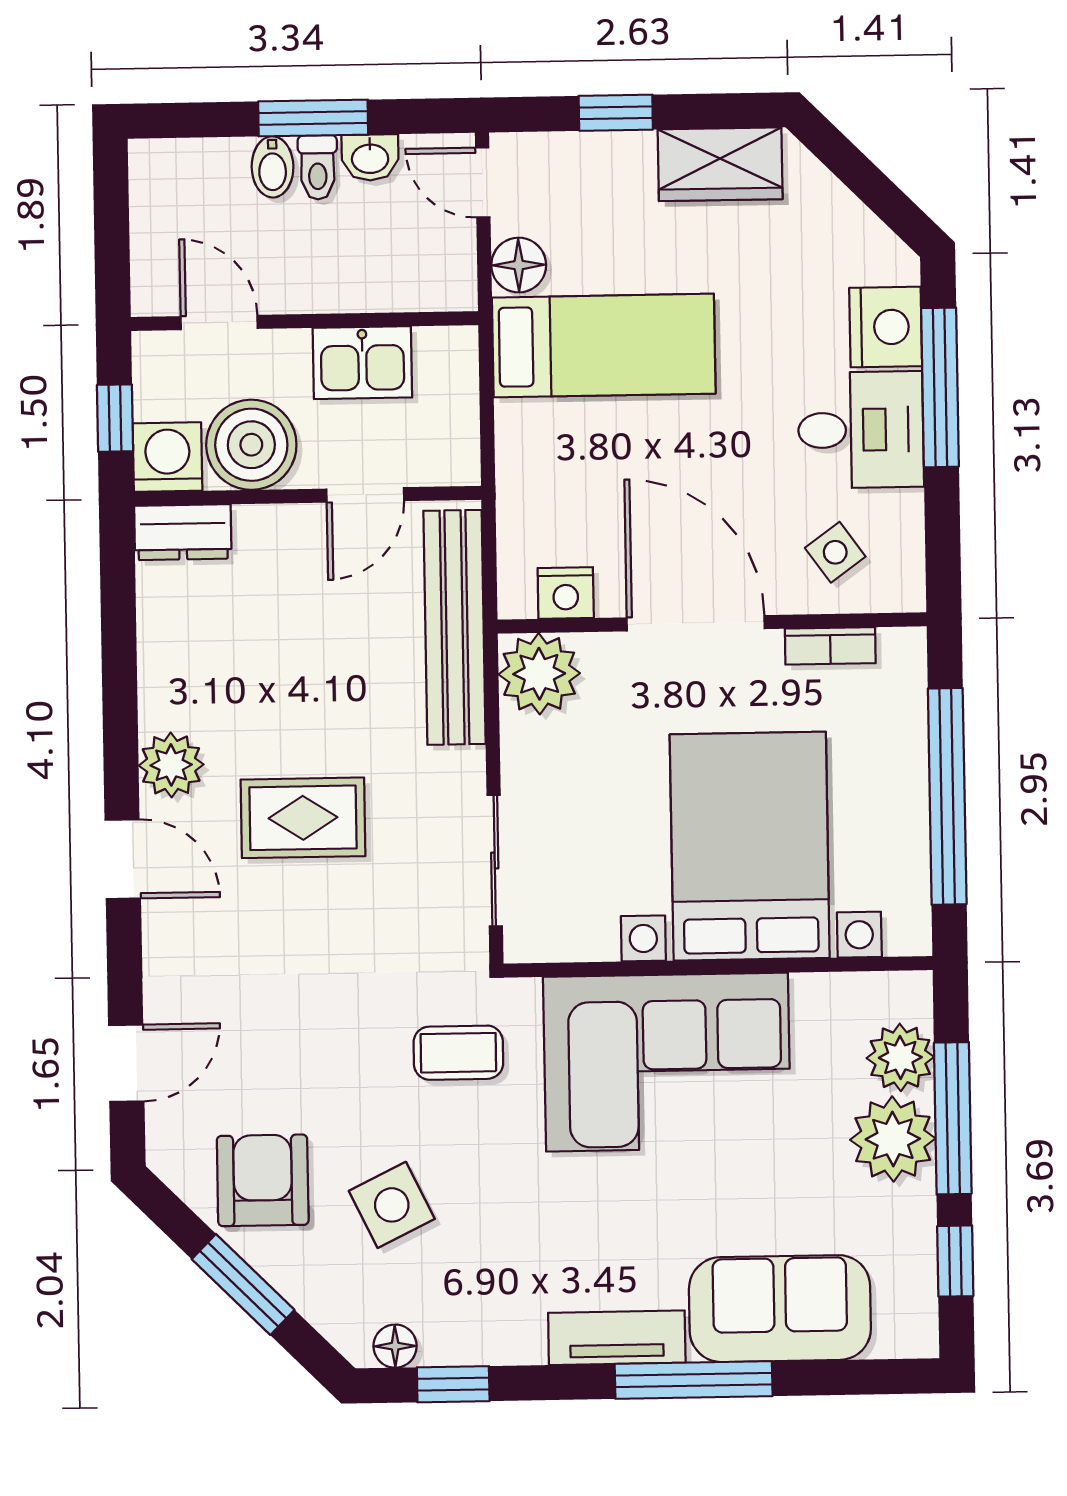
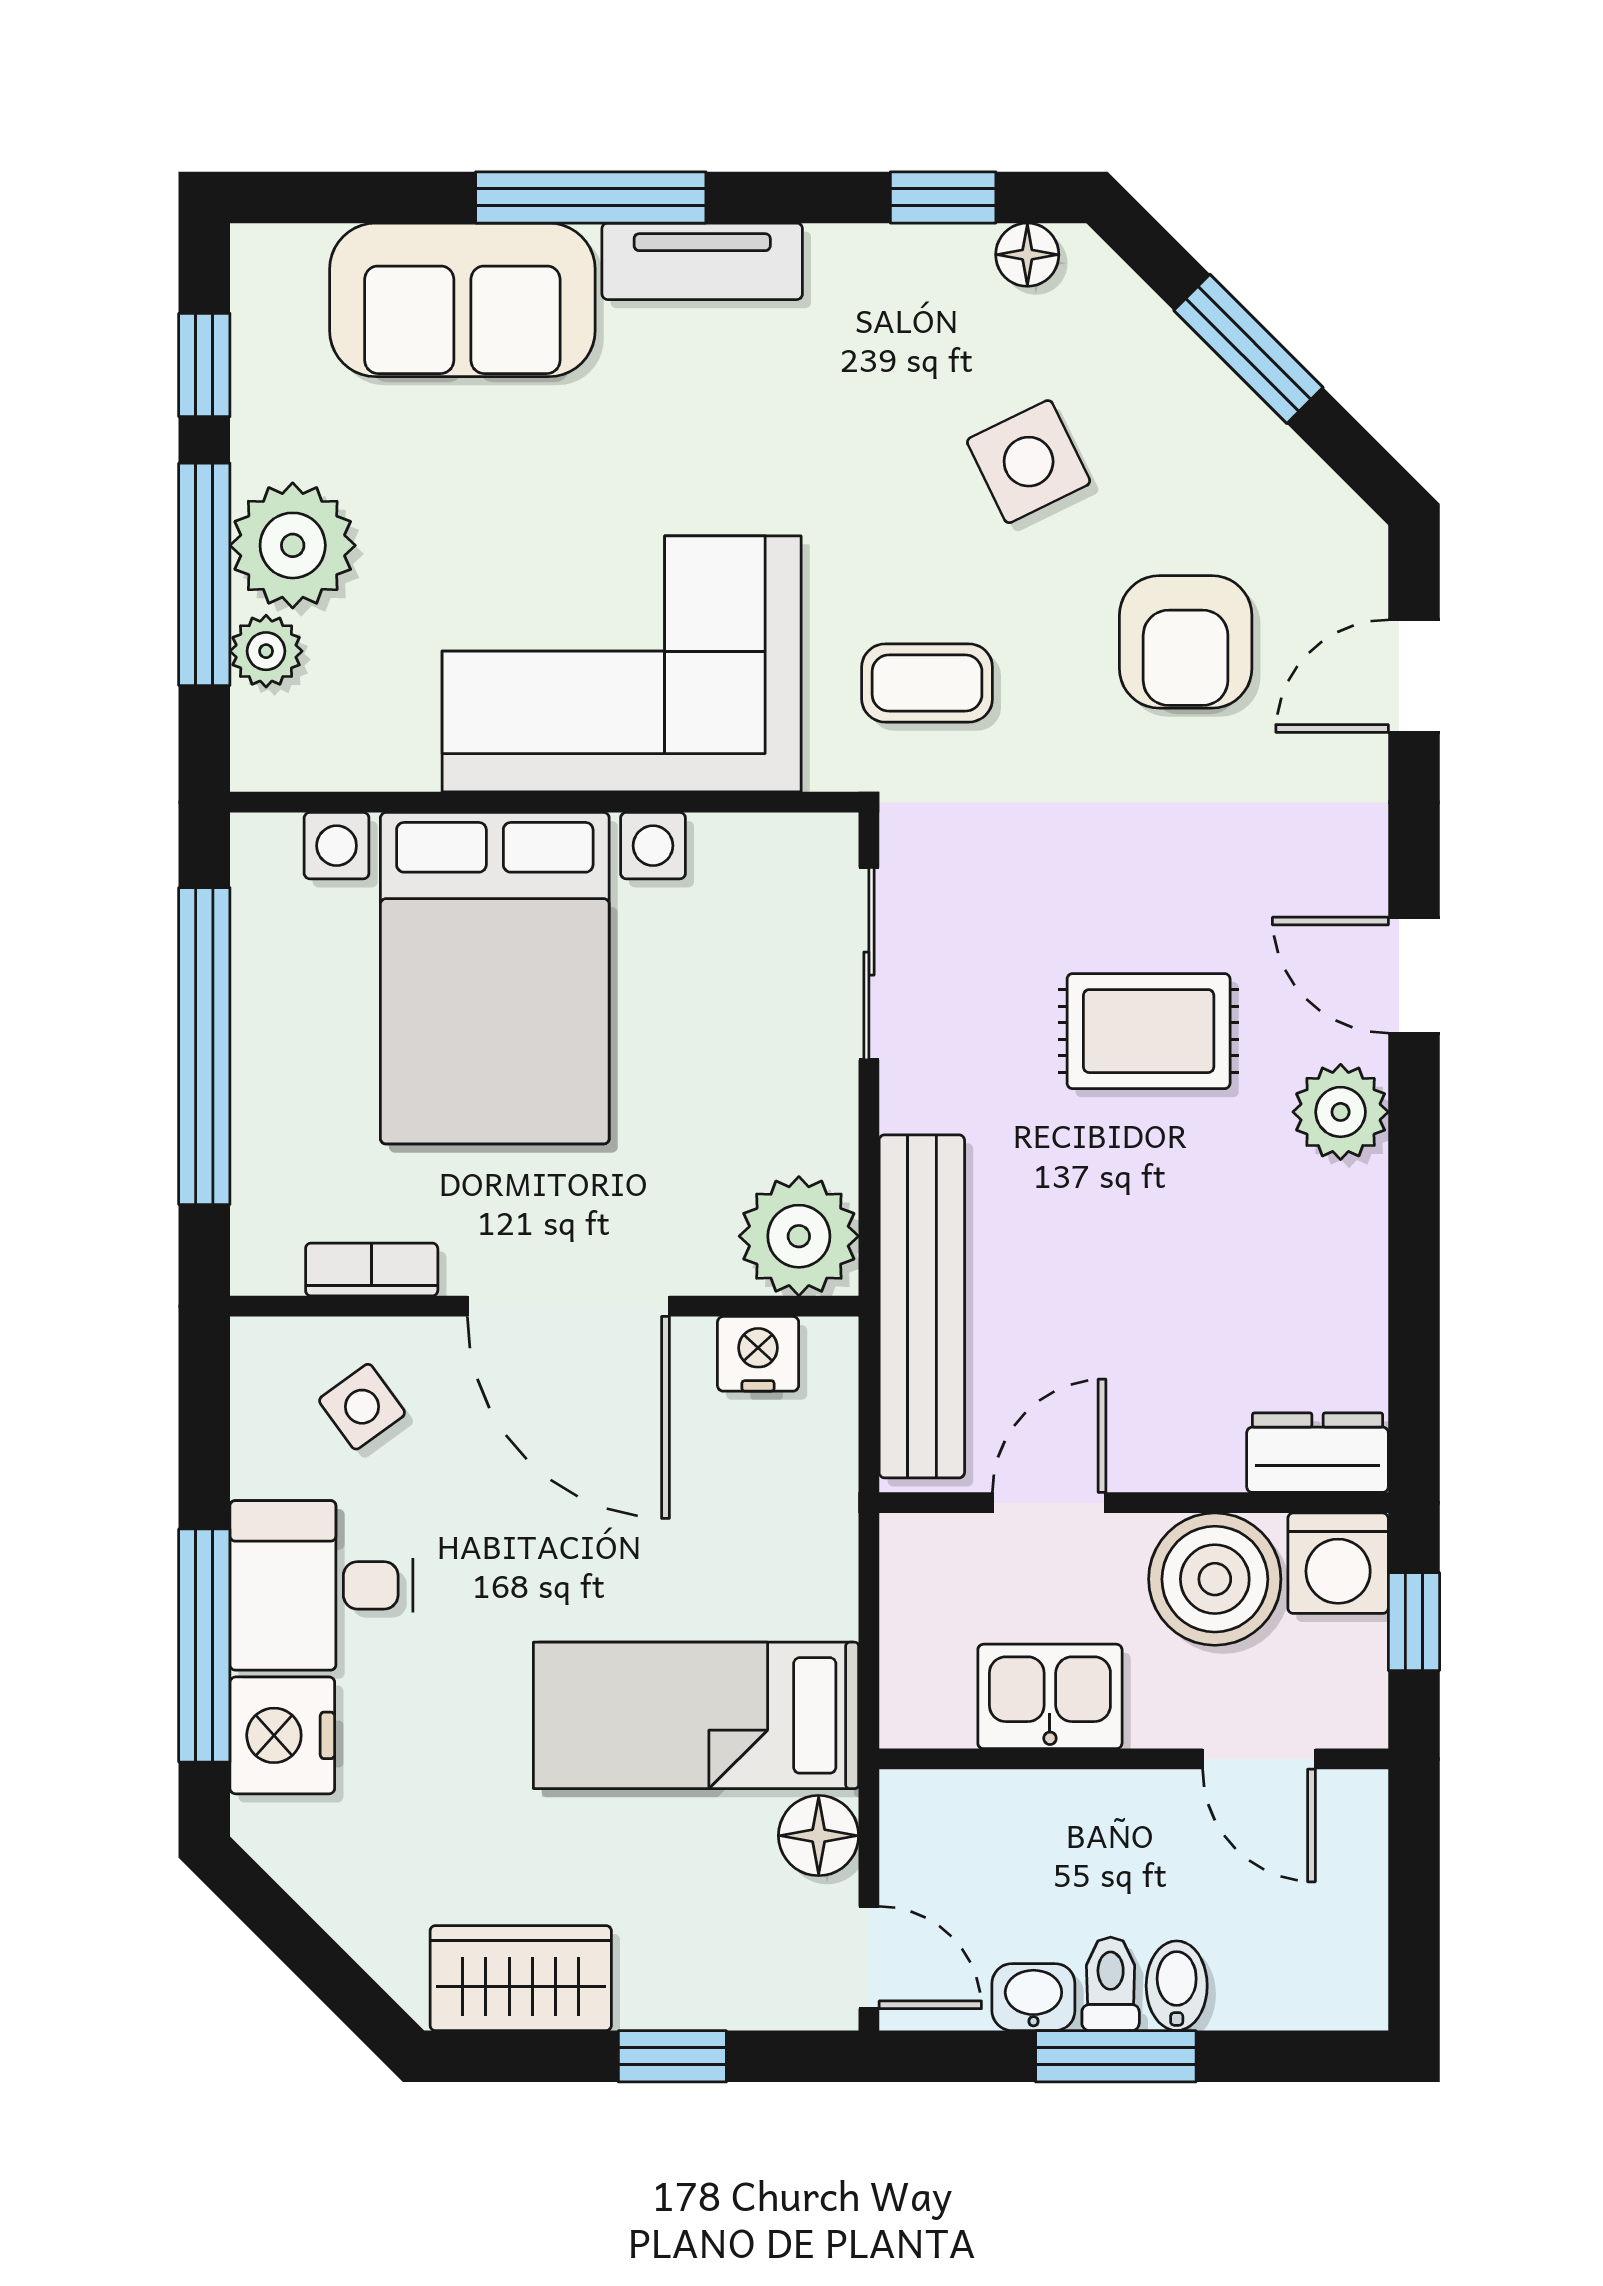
plant: (900, 1057) -> (266, 651), width x0.73, depth x0.73
armchair: (263, 1180) -> (1186, 642), moved

